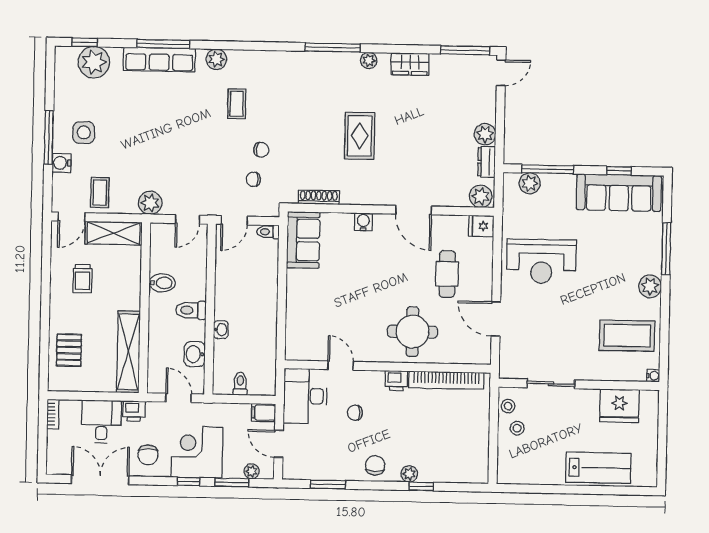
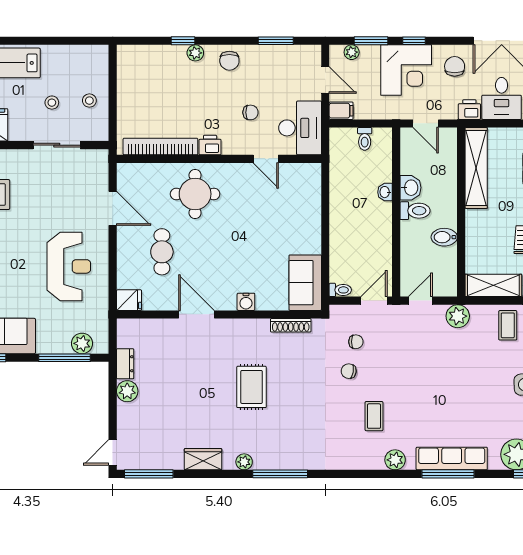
plant: (481, 196) -> (130, 330), removed
reception desk: (541, 261) -> (69, 266), turned 90
washbasin: (195, 354) -> (411, 188), moved
stool: (508, 406) -> (52, 103), moved

